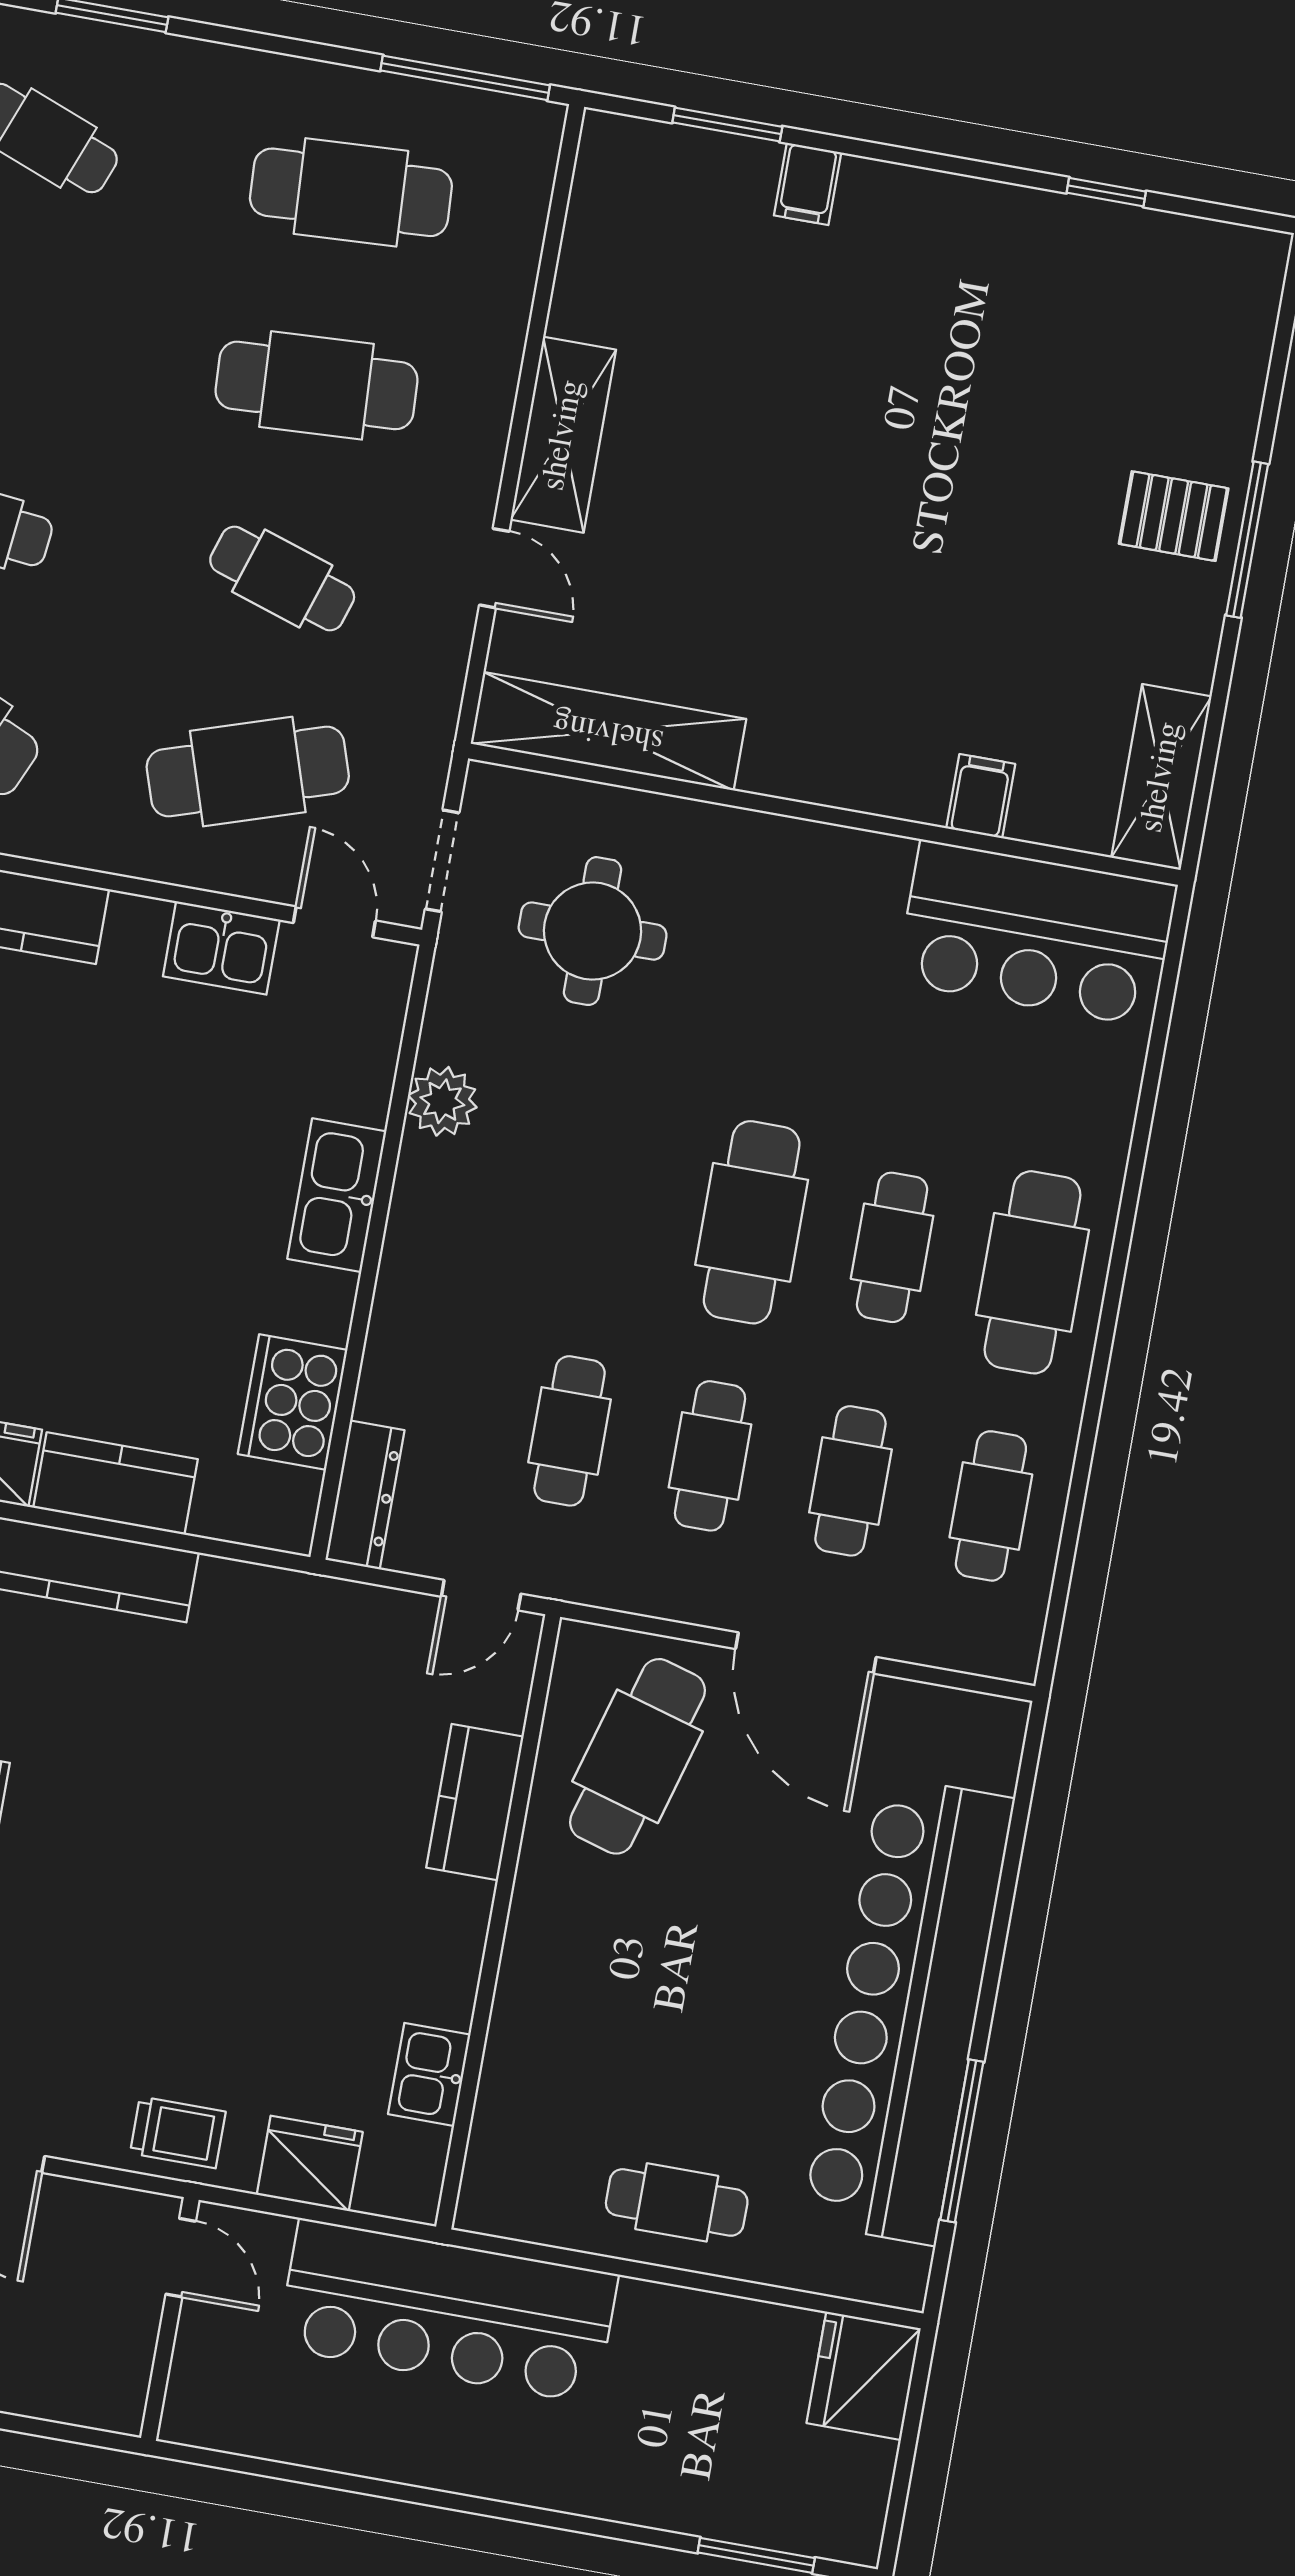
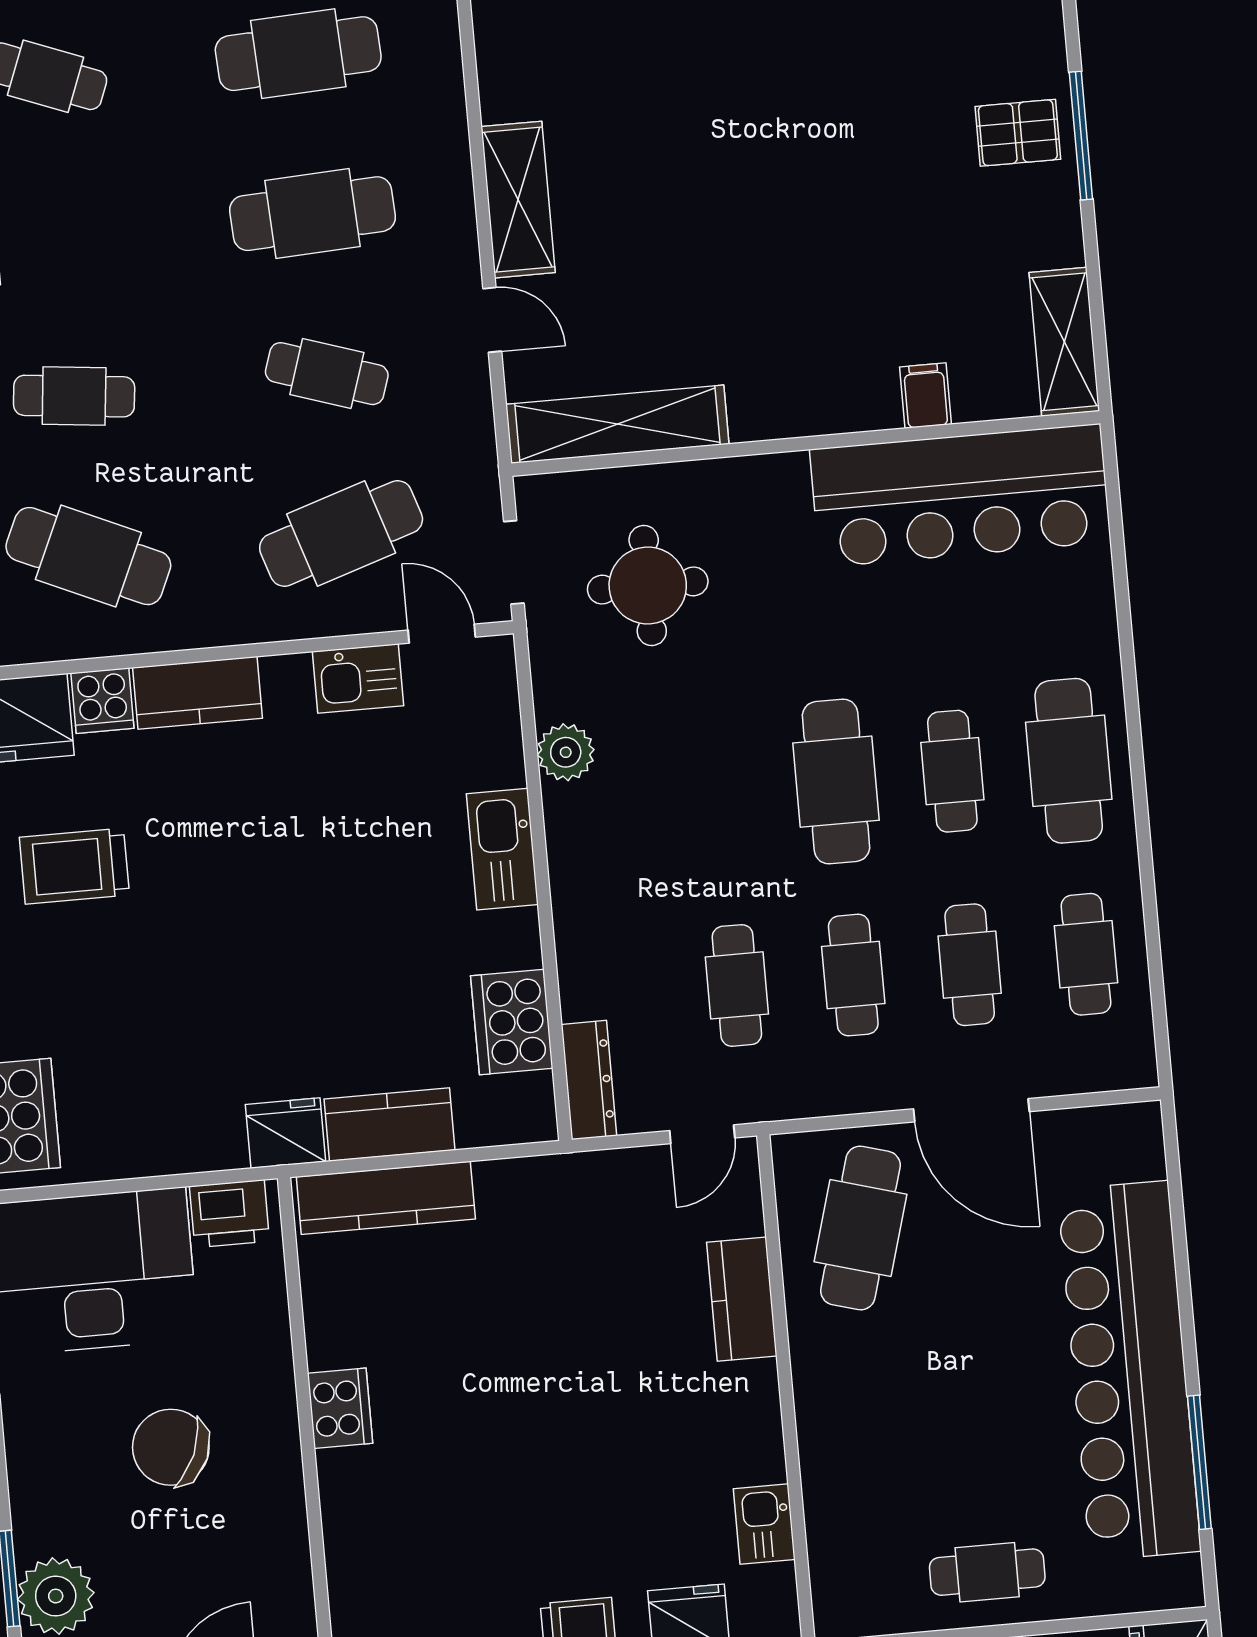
bar counter: (1036, 933) -> (960, 496), width x1.36

